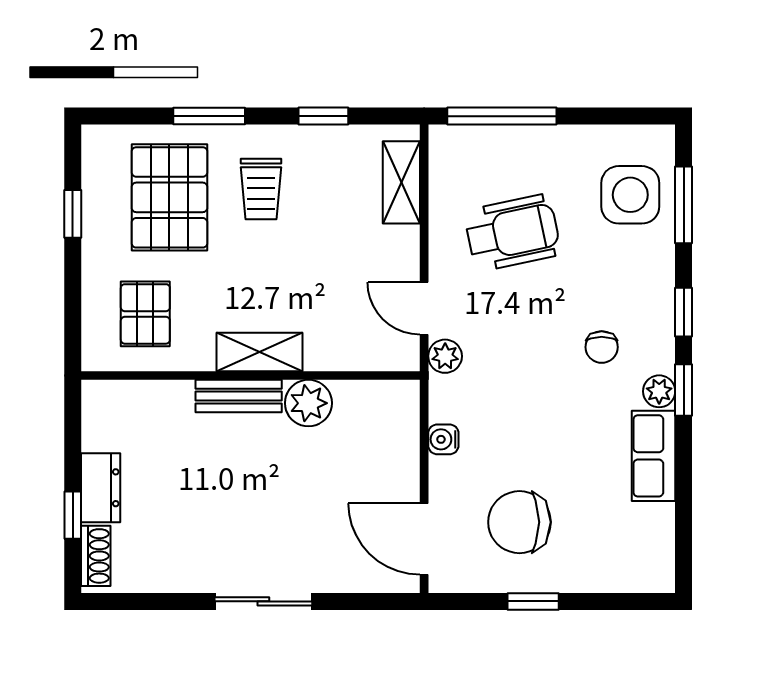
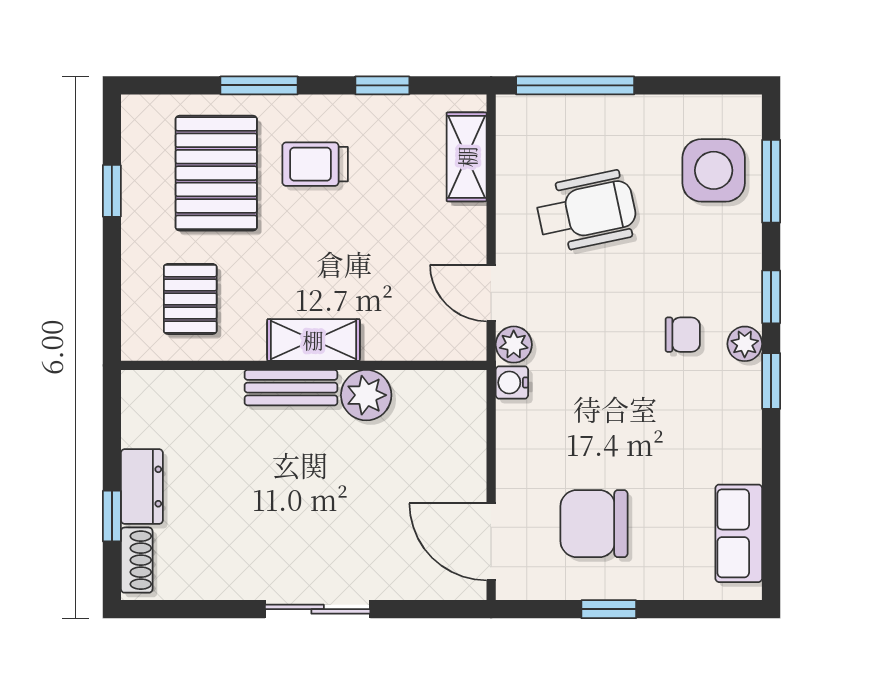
trolley: (261, 189) -> (315, 164), turned 90
chair: (602, 347) -> (683, 335), turned -90
plant: (659, 391) -> (745, 344), moved
water cooler: (443, 439) -> (512, 383), moved
row of seats: (654, 456) -> (739, 533), moved

